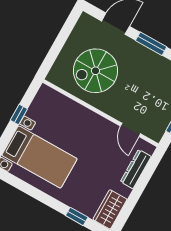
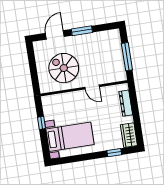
spiral stairs: (96, 71) -> (64, 68), turned 90
door: (130, 130) -> (92, 87), moved

